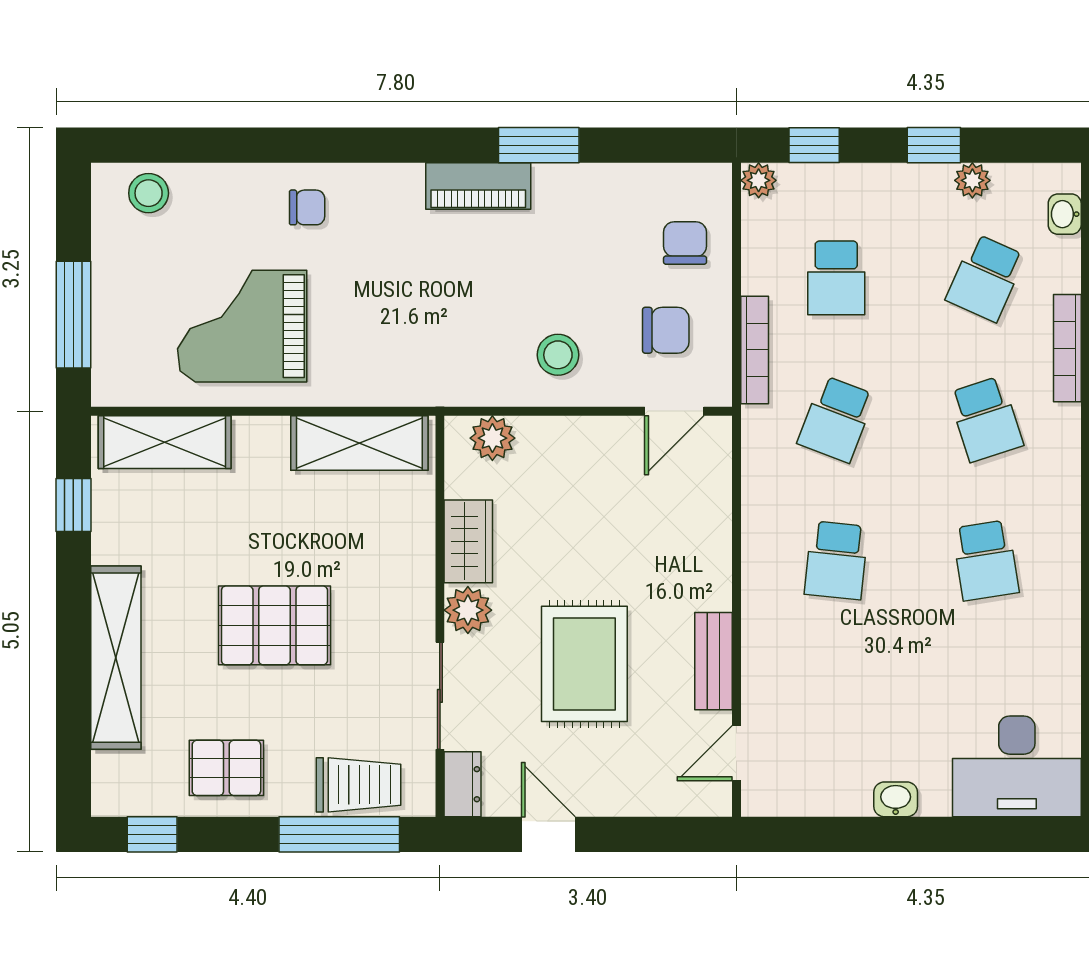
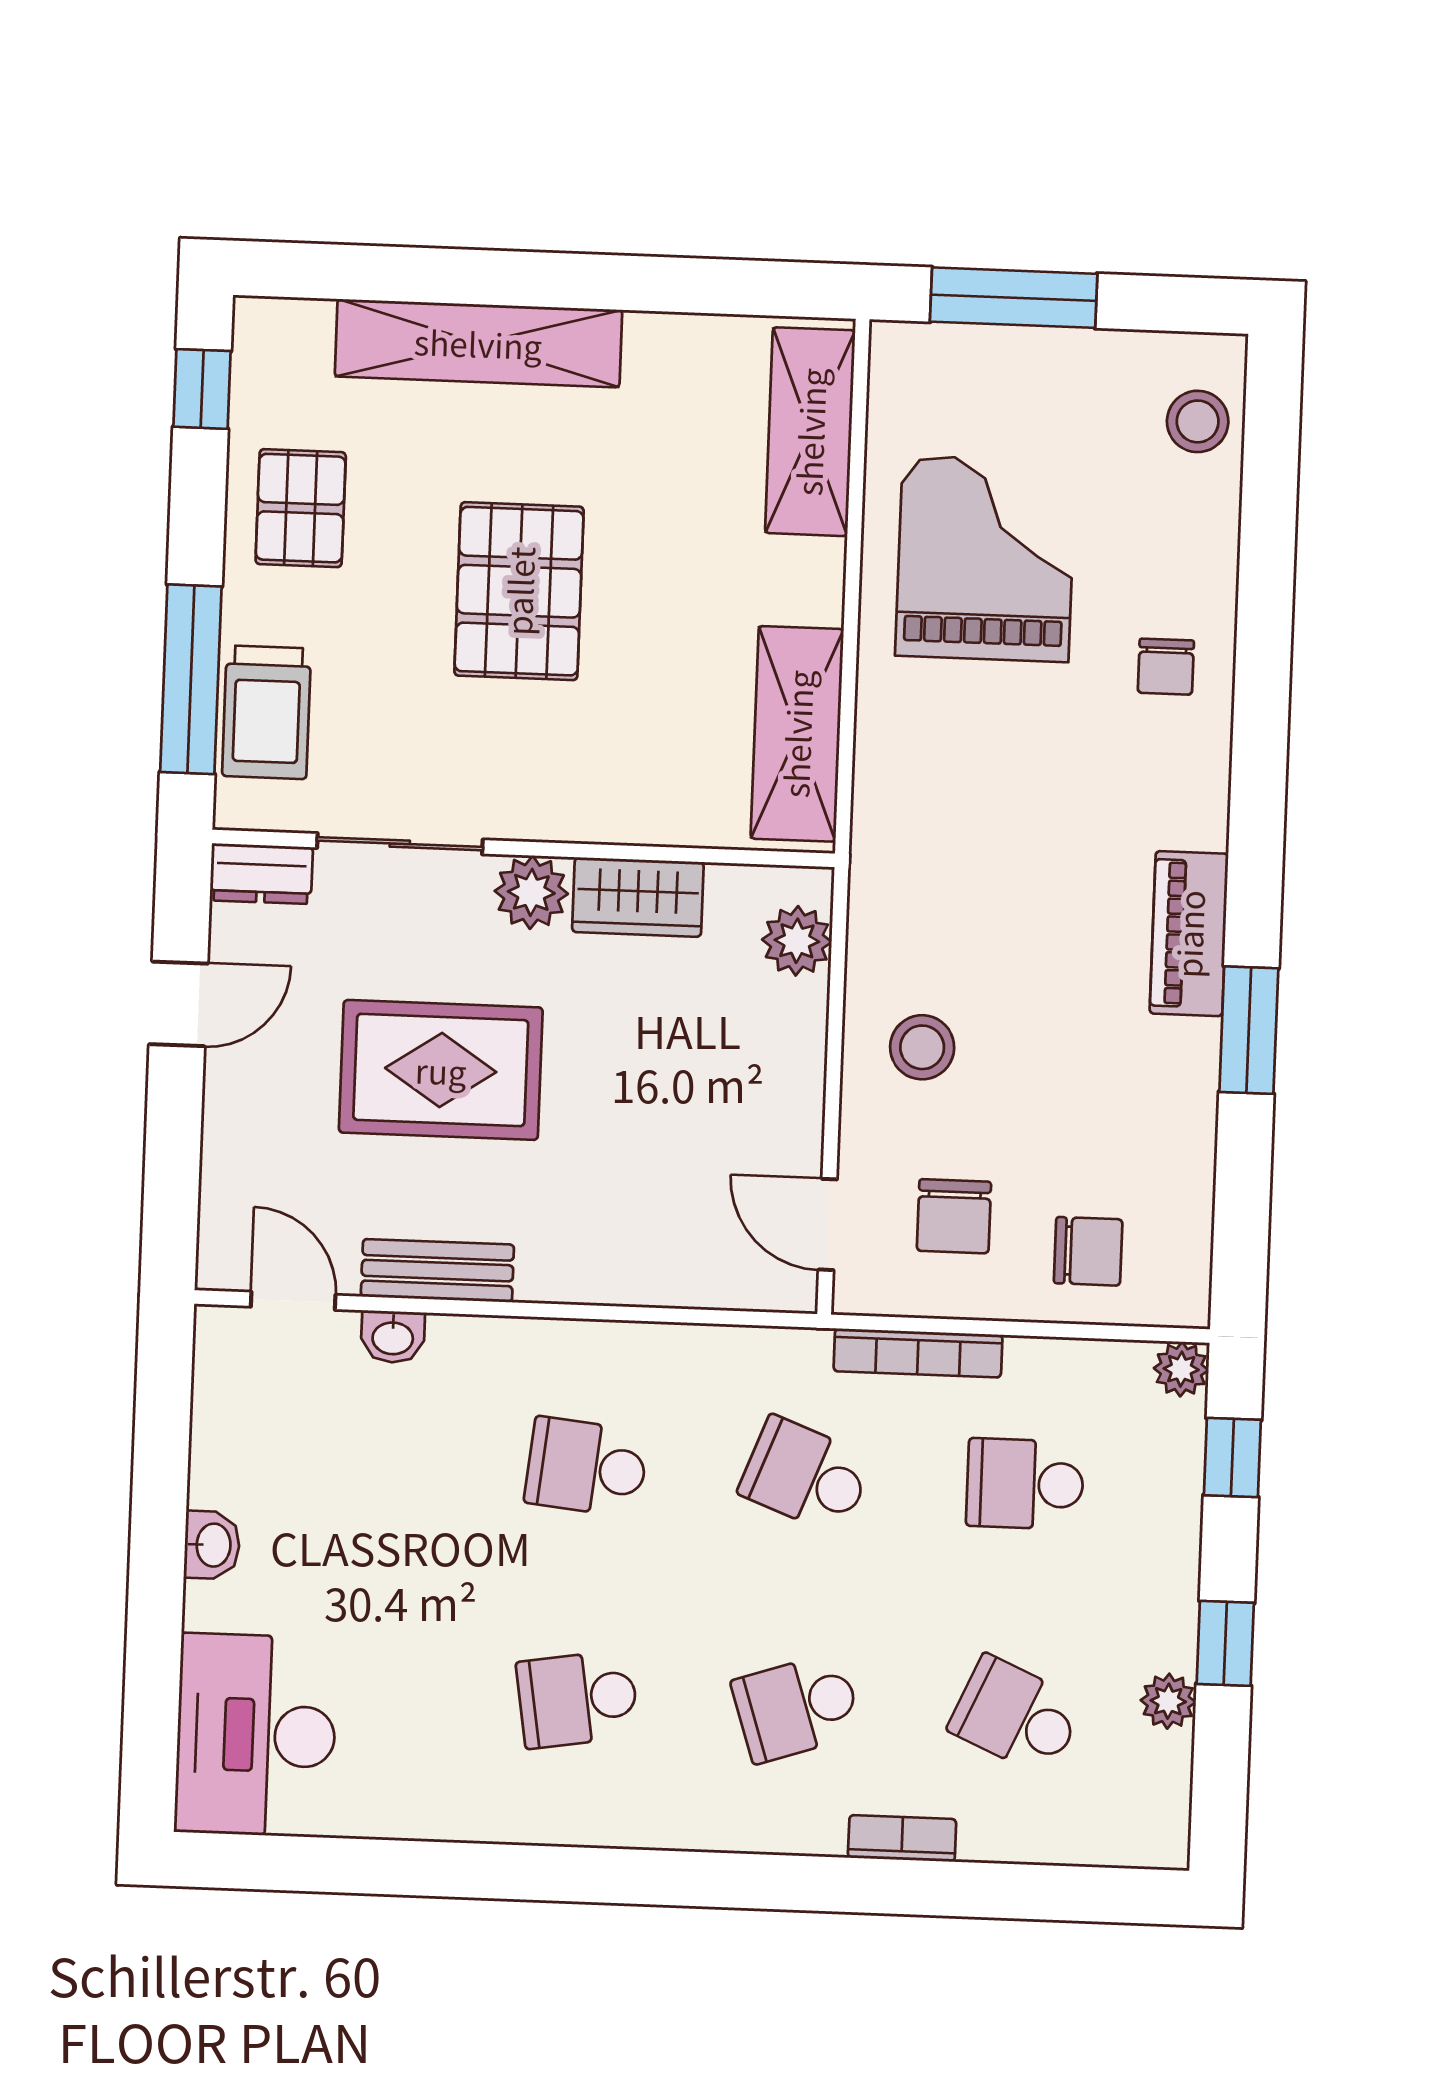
washbasin: (1065, 214) -> (393, 1337), moved, turned 180
bookcase: (1067, 348) -> (902, 1838), width x0.64
window: (73, 505) -> (718, 286), removed

